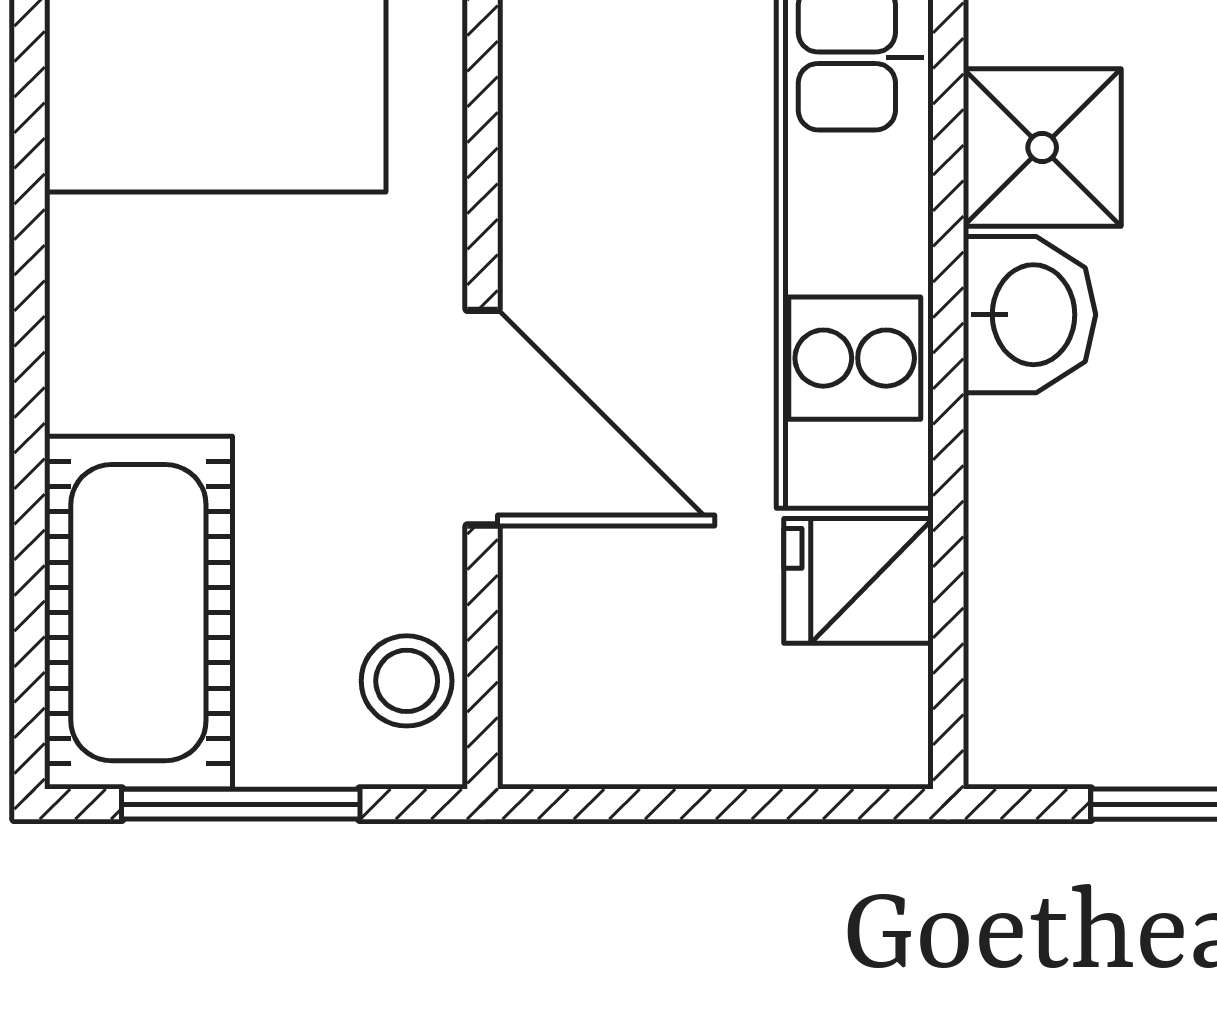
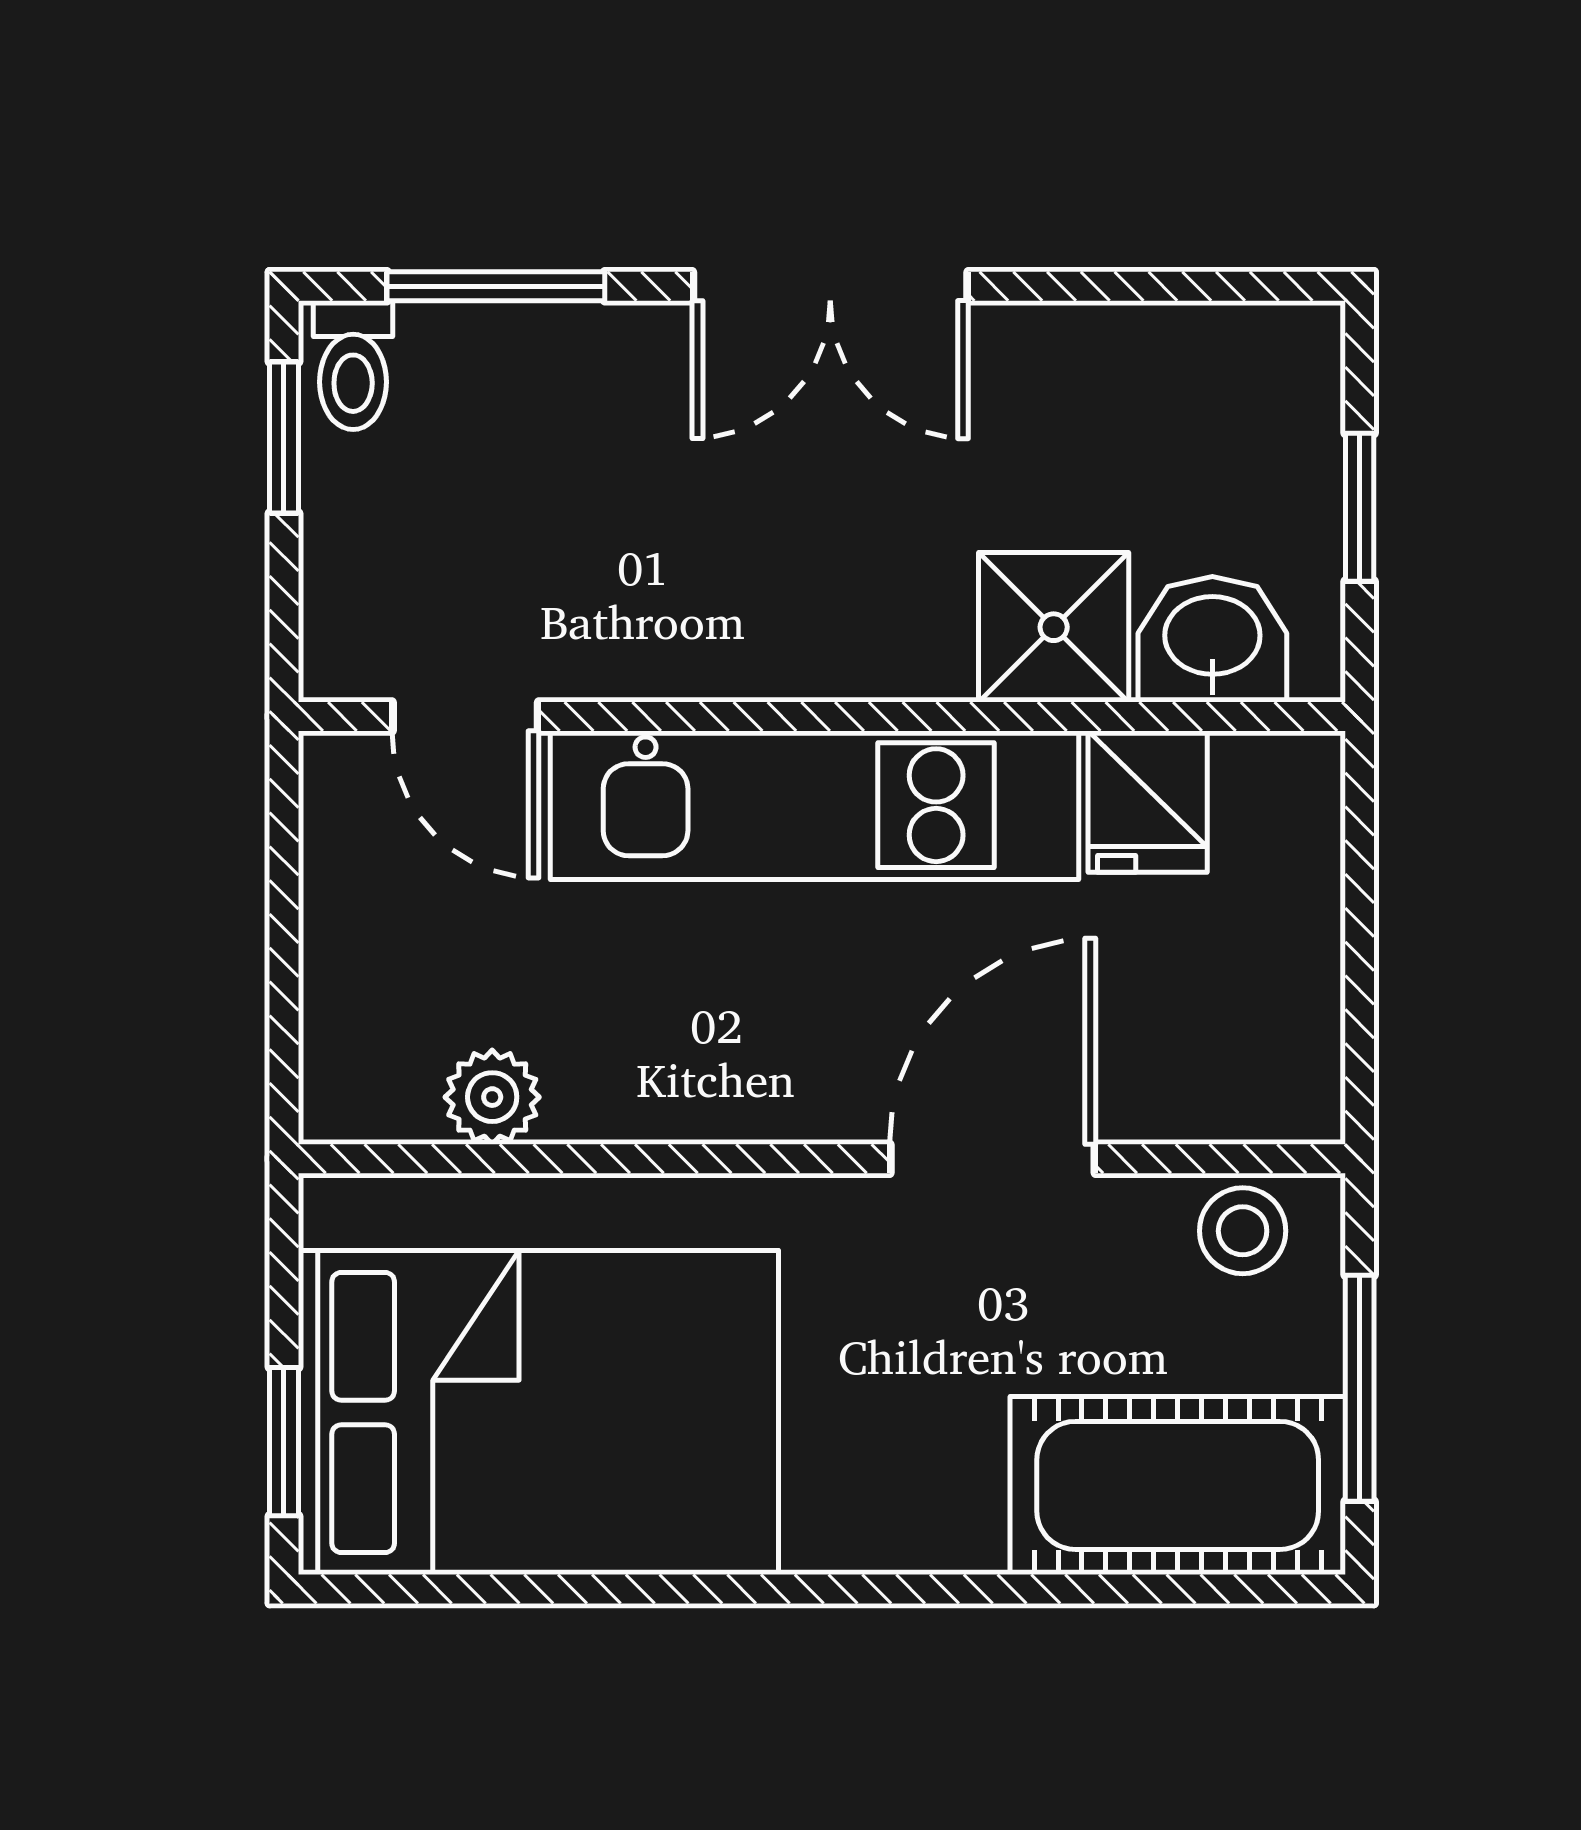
shower: (1042, 147) -> (1054, 627), moved
washbasin: (1029, 315) -> (1212, 639), moved

